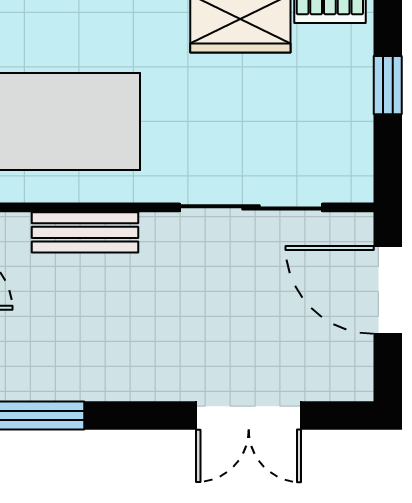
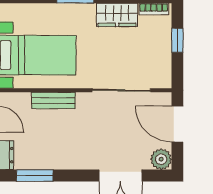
plant: (348, 376) -> (161, 159), added

